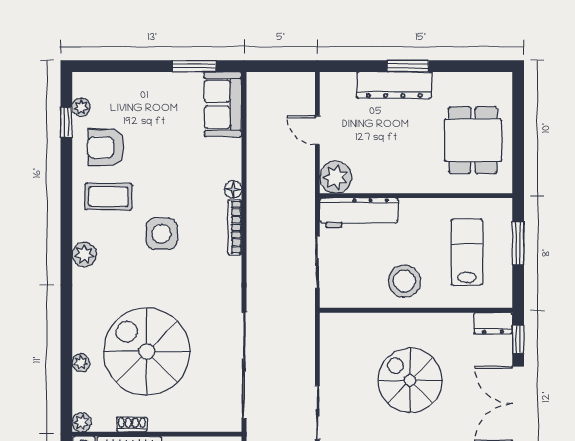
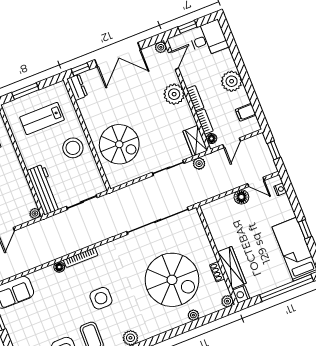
plant: (336, 177) -> (35, 213), width x0.53, depth x0.53
spiral stairs: (147, 352) -> (172, 280), turned -90
spiral stairs: (410, 380) -> (119, 144), moved, turned -90

